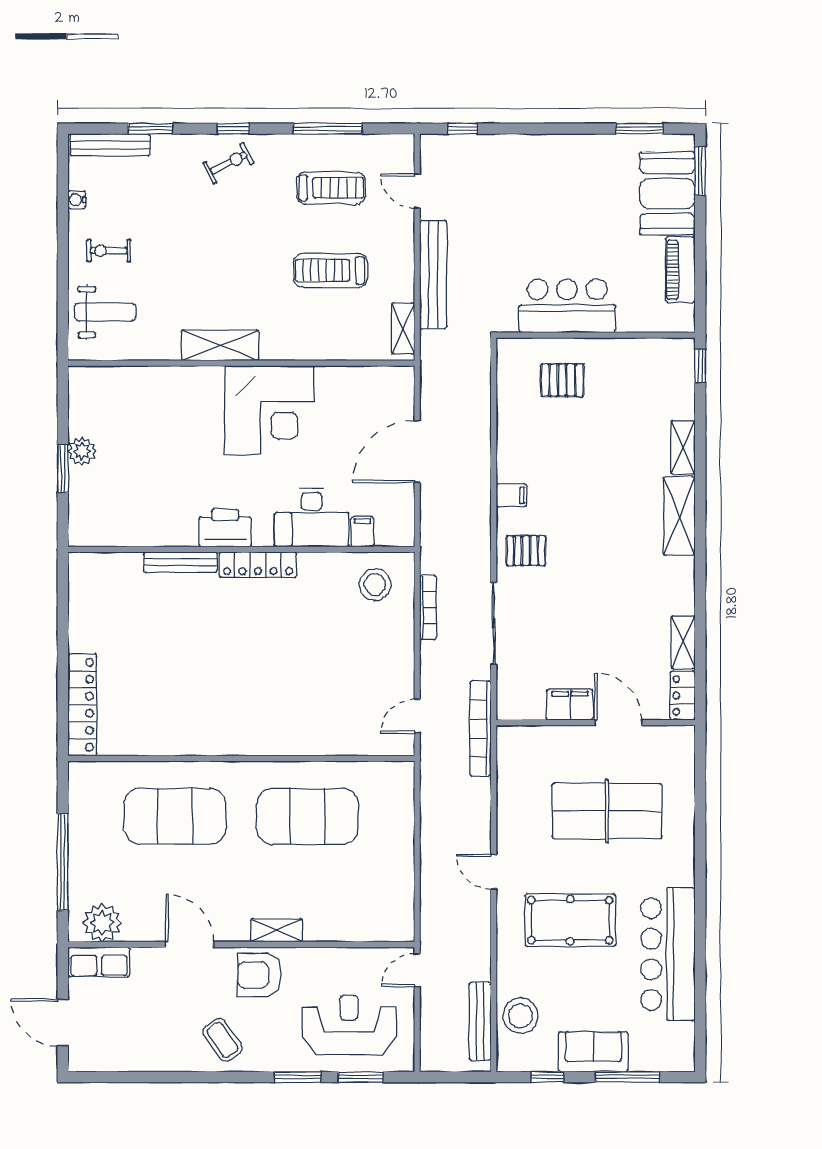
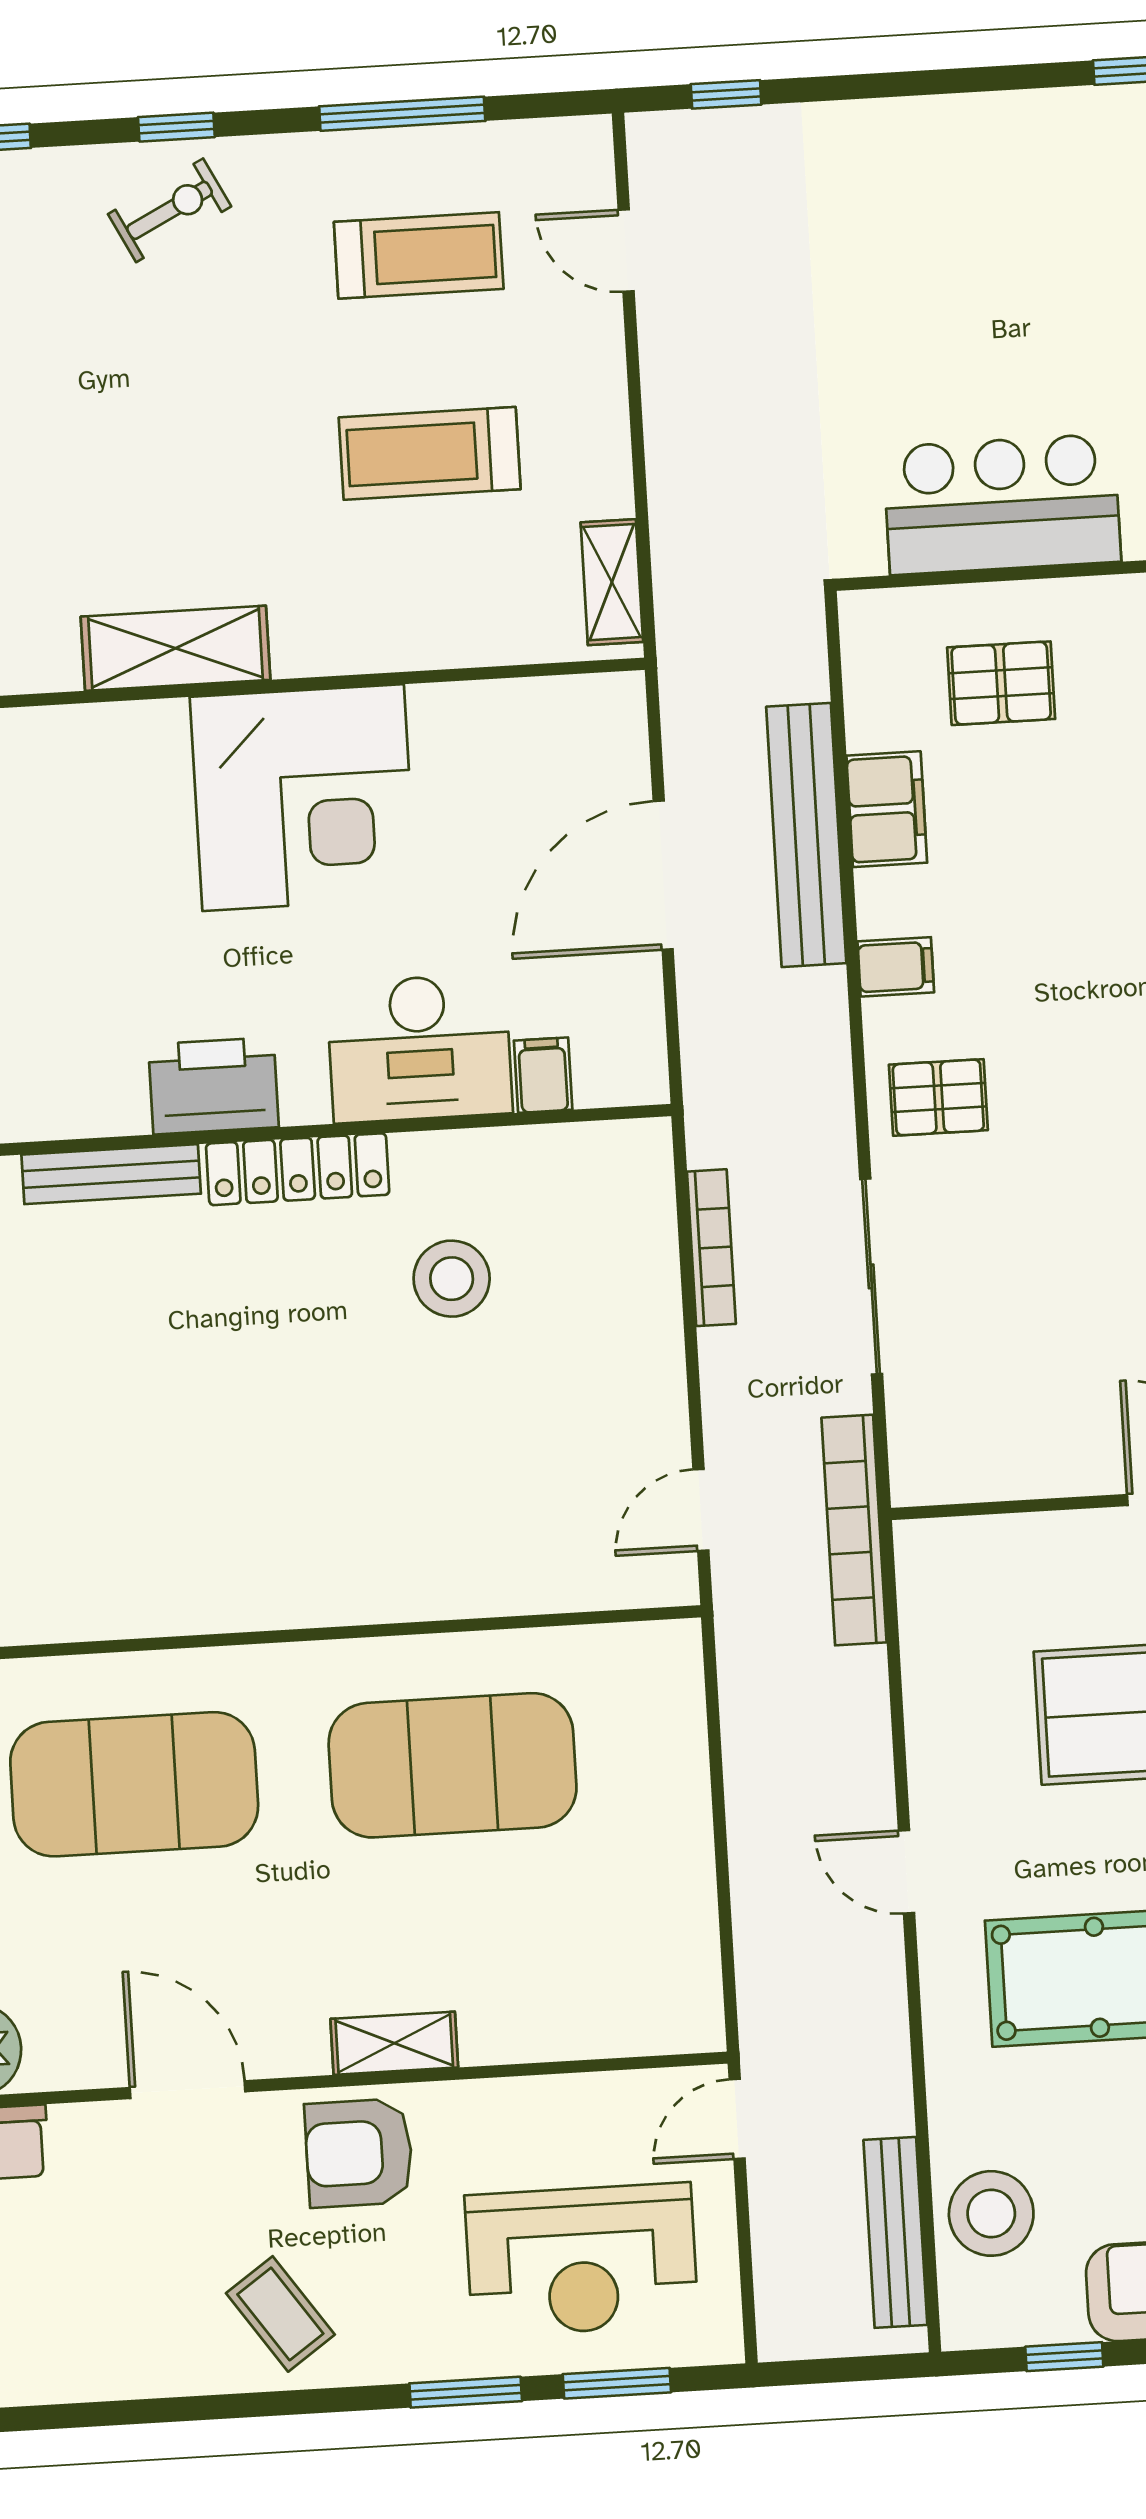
bench: (433, 275) -> (806, 835), moved
stool: (375, 585) -> (452, 1279), moved
filing cabinet: (570, 705) -> (887, 809), moved, turned 90
reception desk: (349, 1025) -> (582, 2260), turned 180

